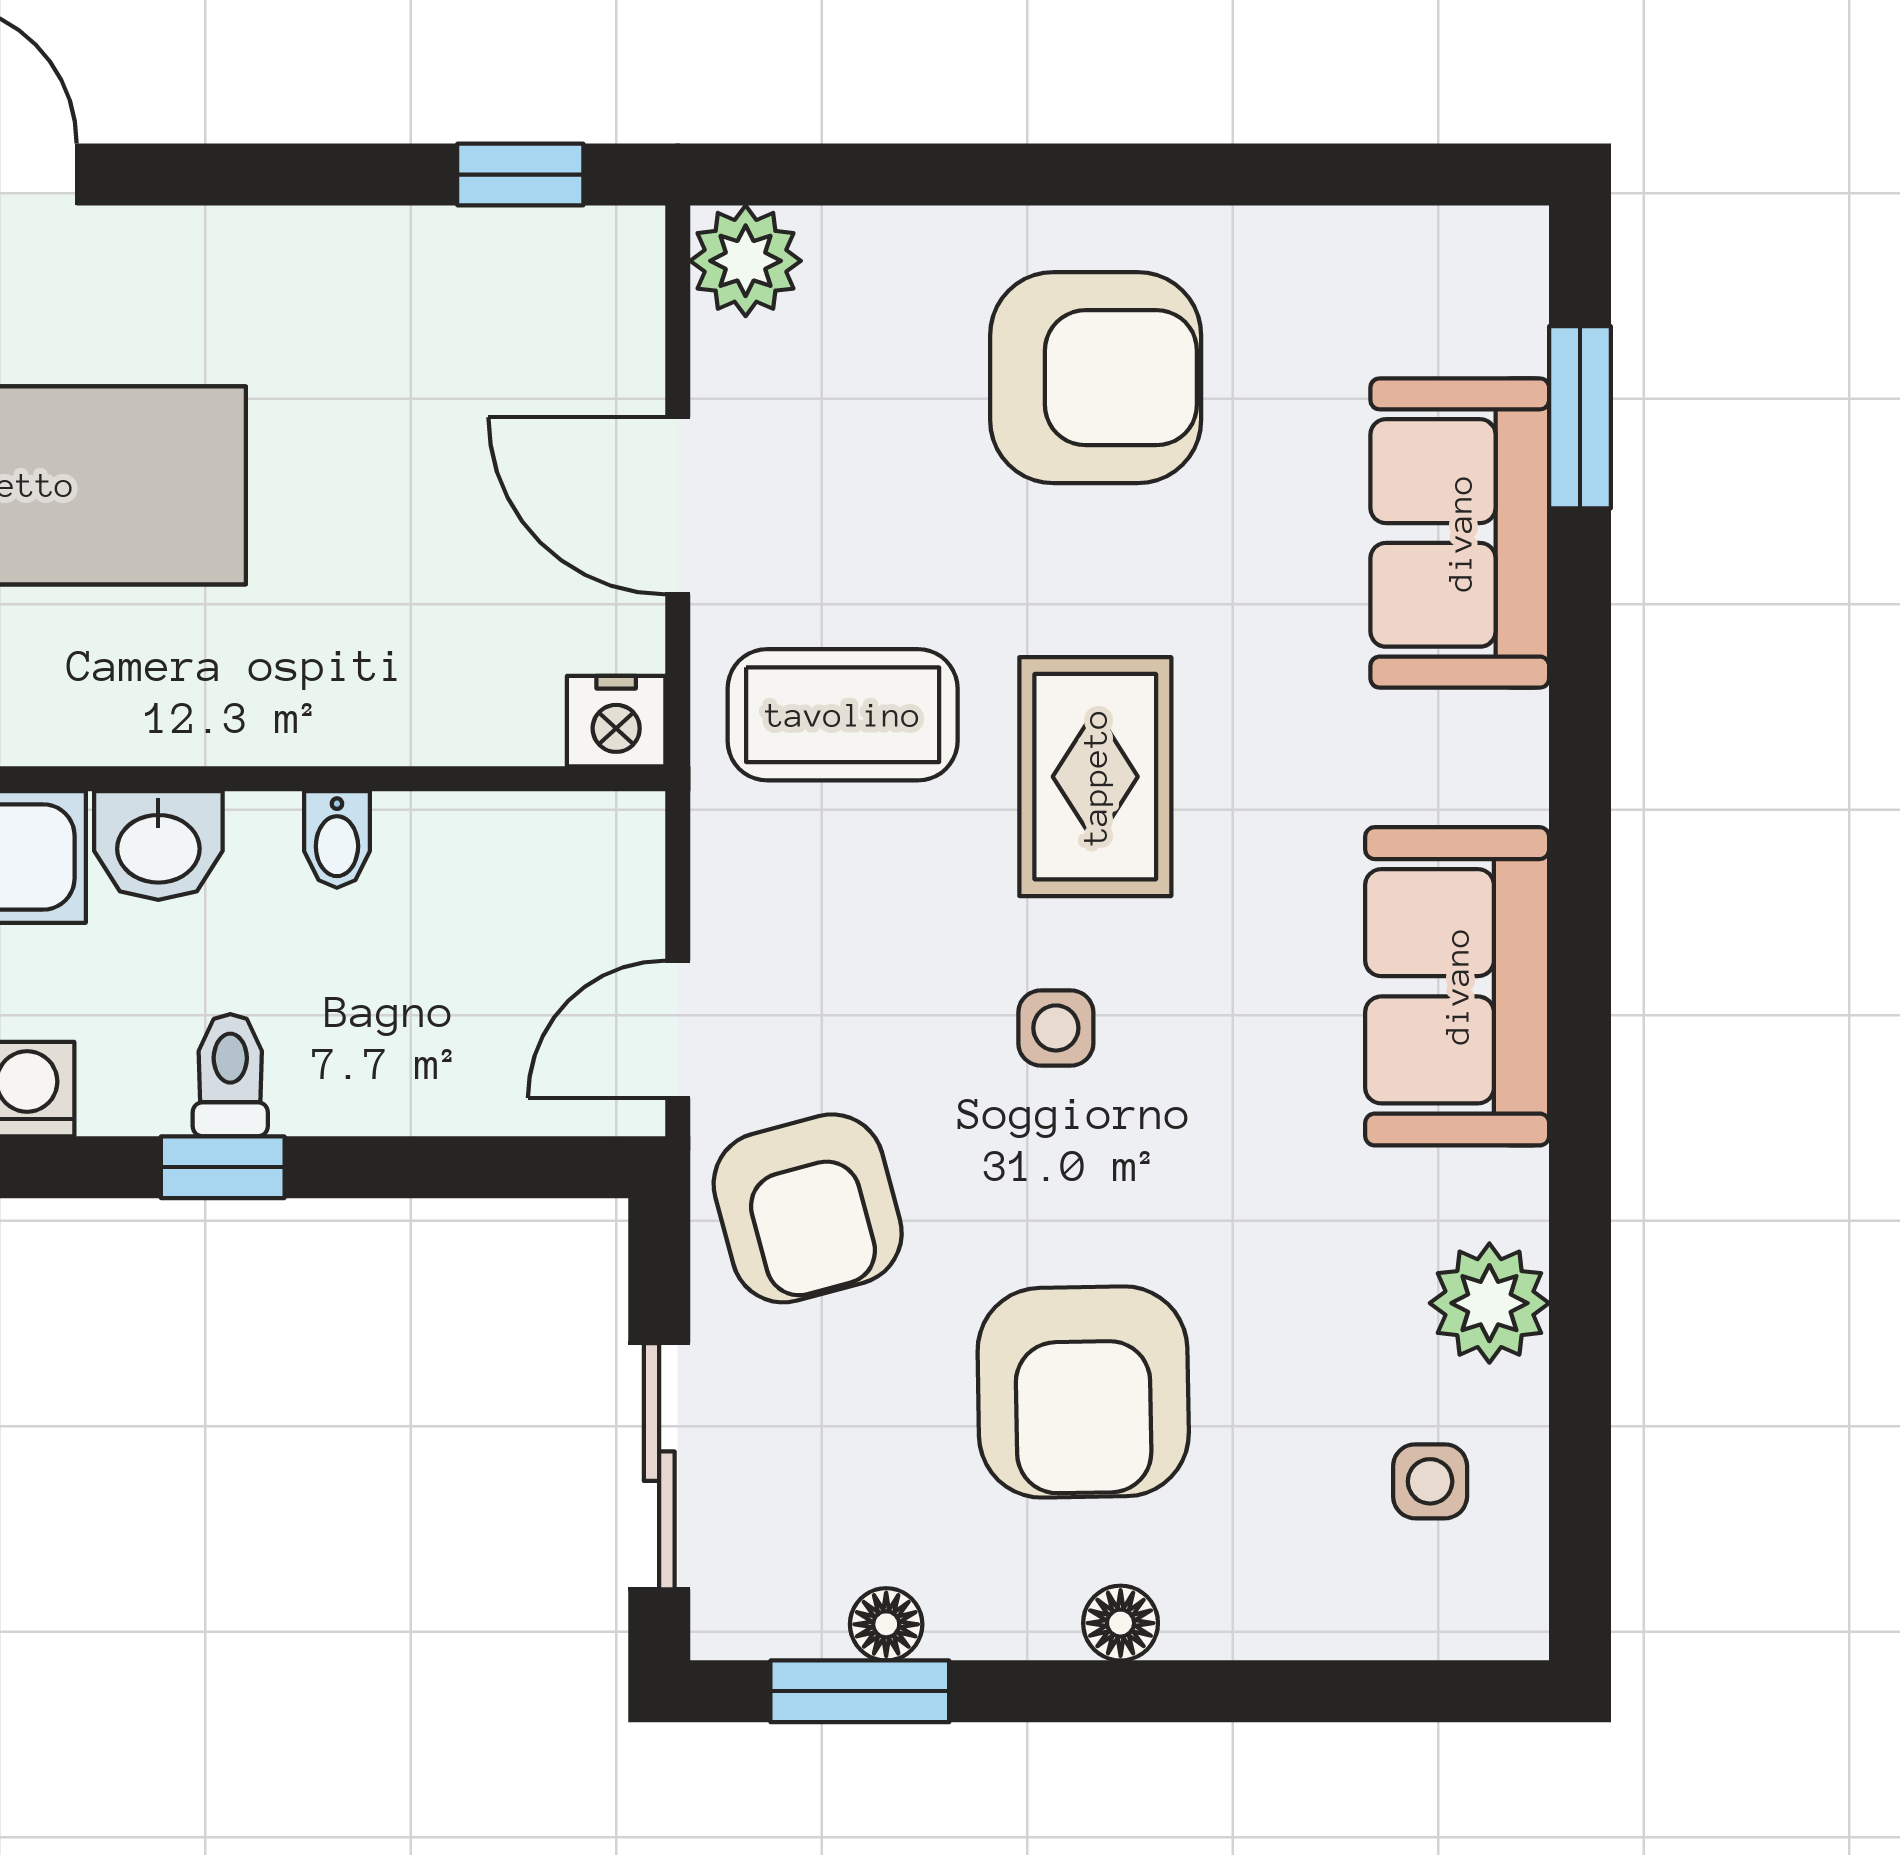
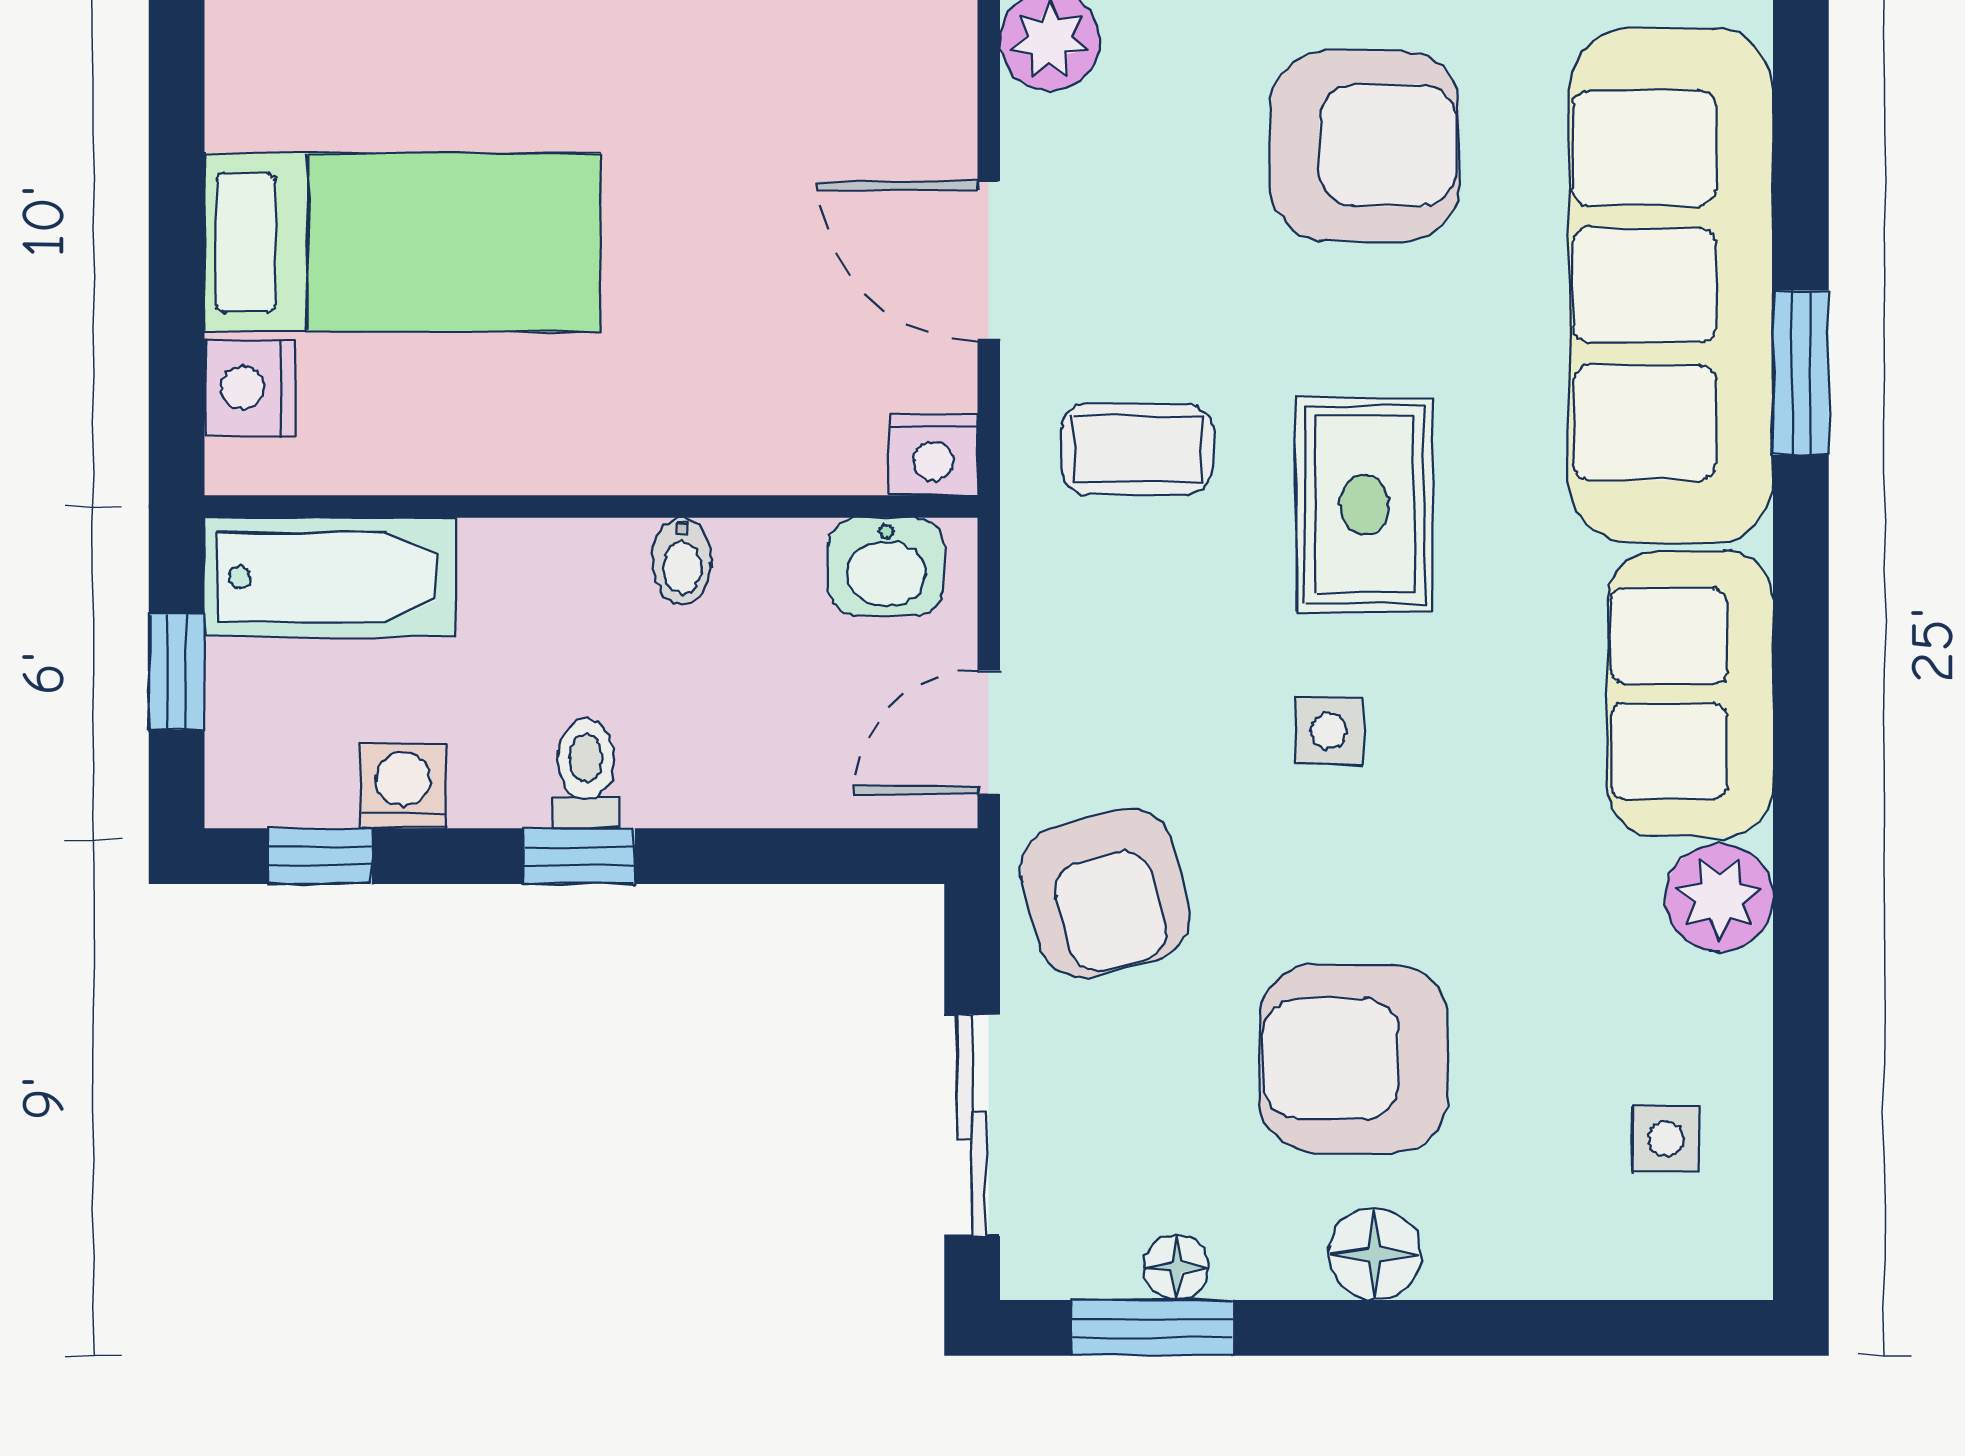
window: (1580, 417) -> (1801, 373), moved
sofa: (1460, 533) -> (1671, 285), width x1.85, depth x1.27
coffee table: (843, 715) -> (1137, 449), width x0.73, depth x0.77
washbasin: (158, 846) -> (886, 567), moved
plant: (1489, 1303) -> (1719, 898), moved
armchair: (1083, 1392) -> (1354, 1059), turned 91
floor lamp: (1121, 1623) -> (1375, 1254), width x1.37, depth x1.37

